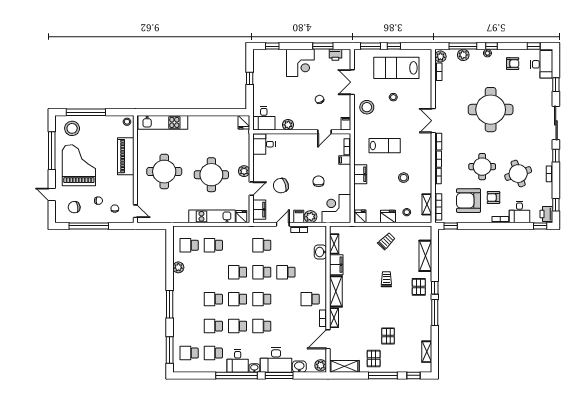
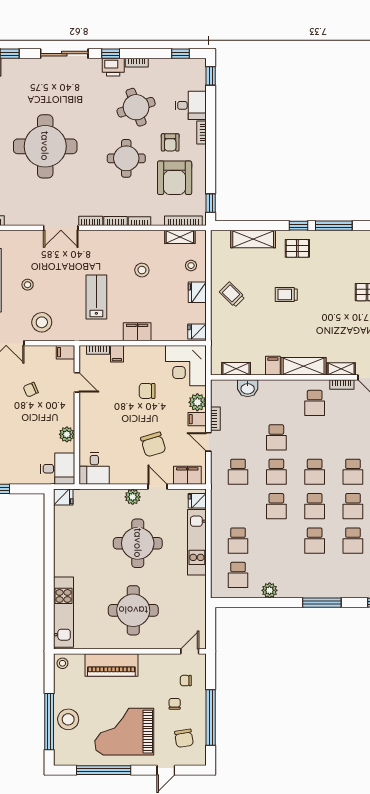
stool: (72, 128) -> (68, 719), moved
printer: (546, 214) -> (113, 67), moved
filing cabinet: (336, 265) -> (273, 366), width x0.50

